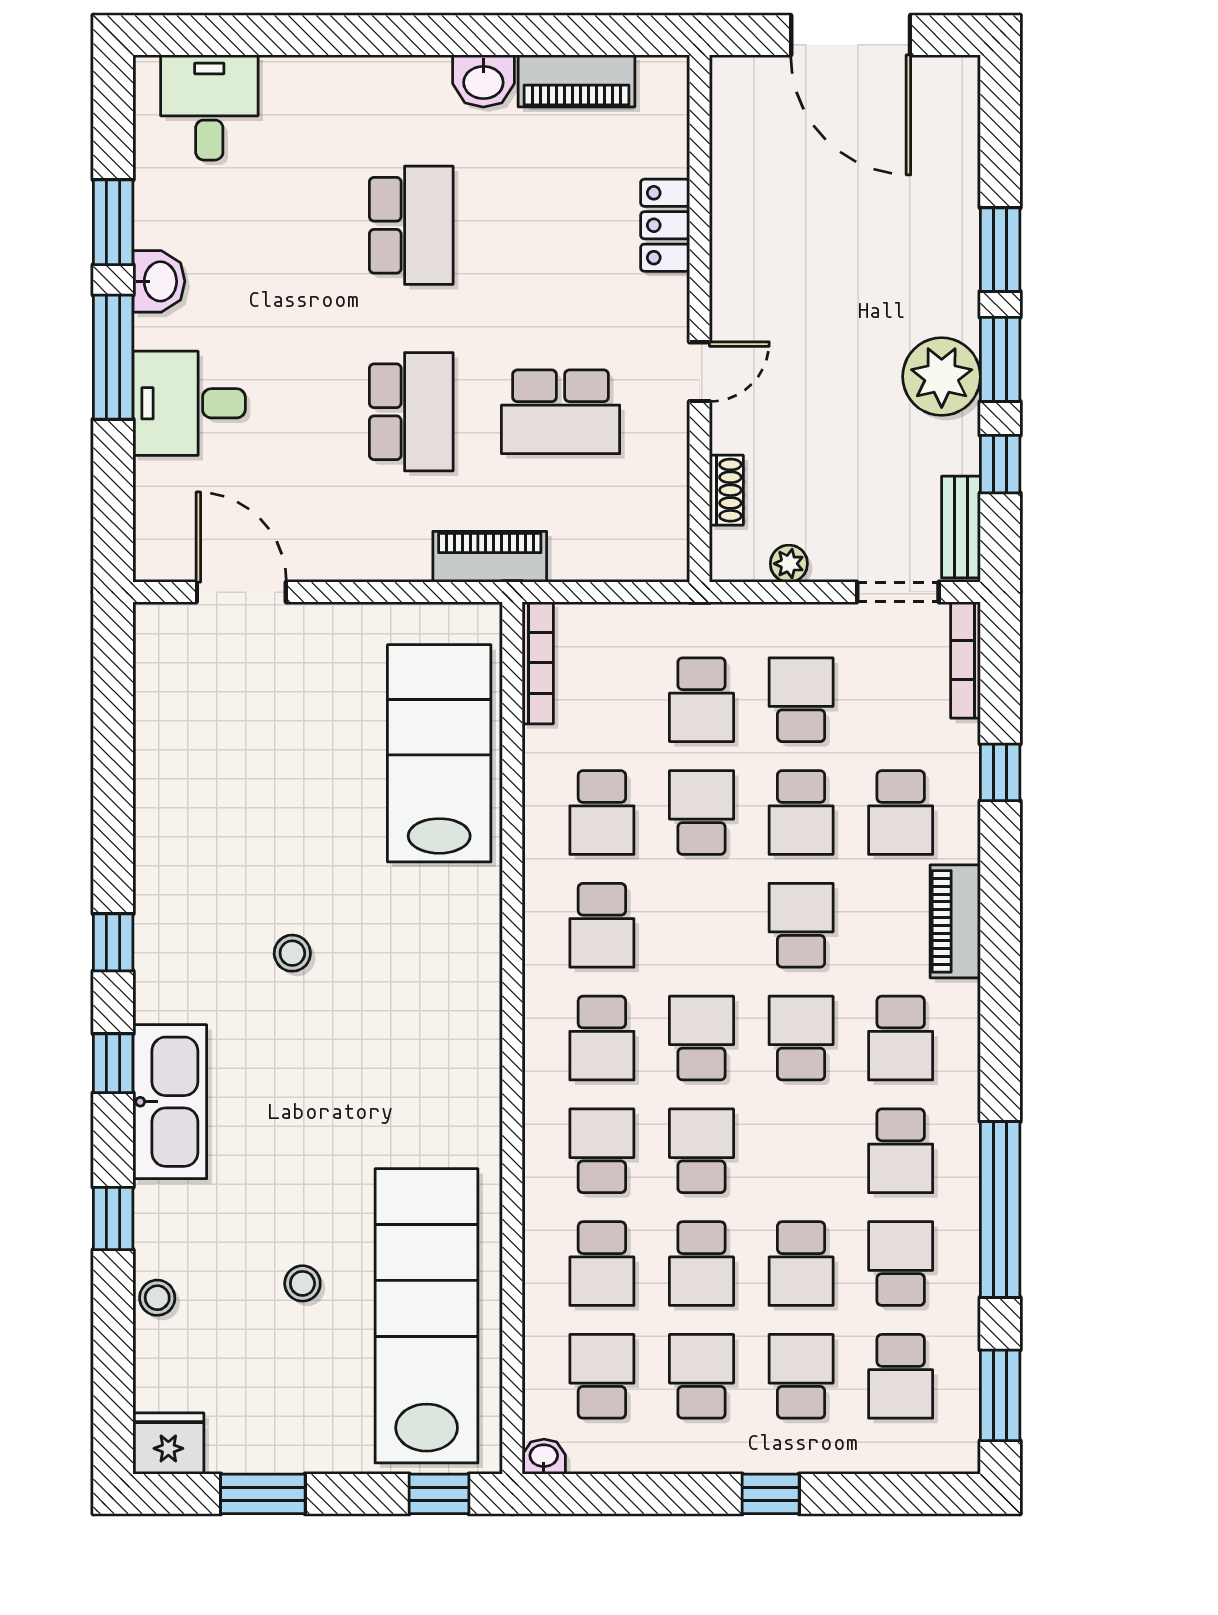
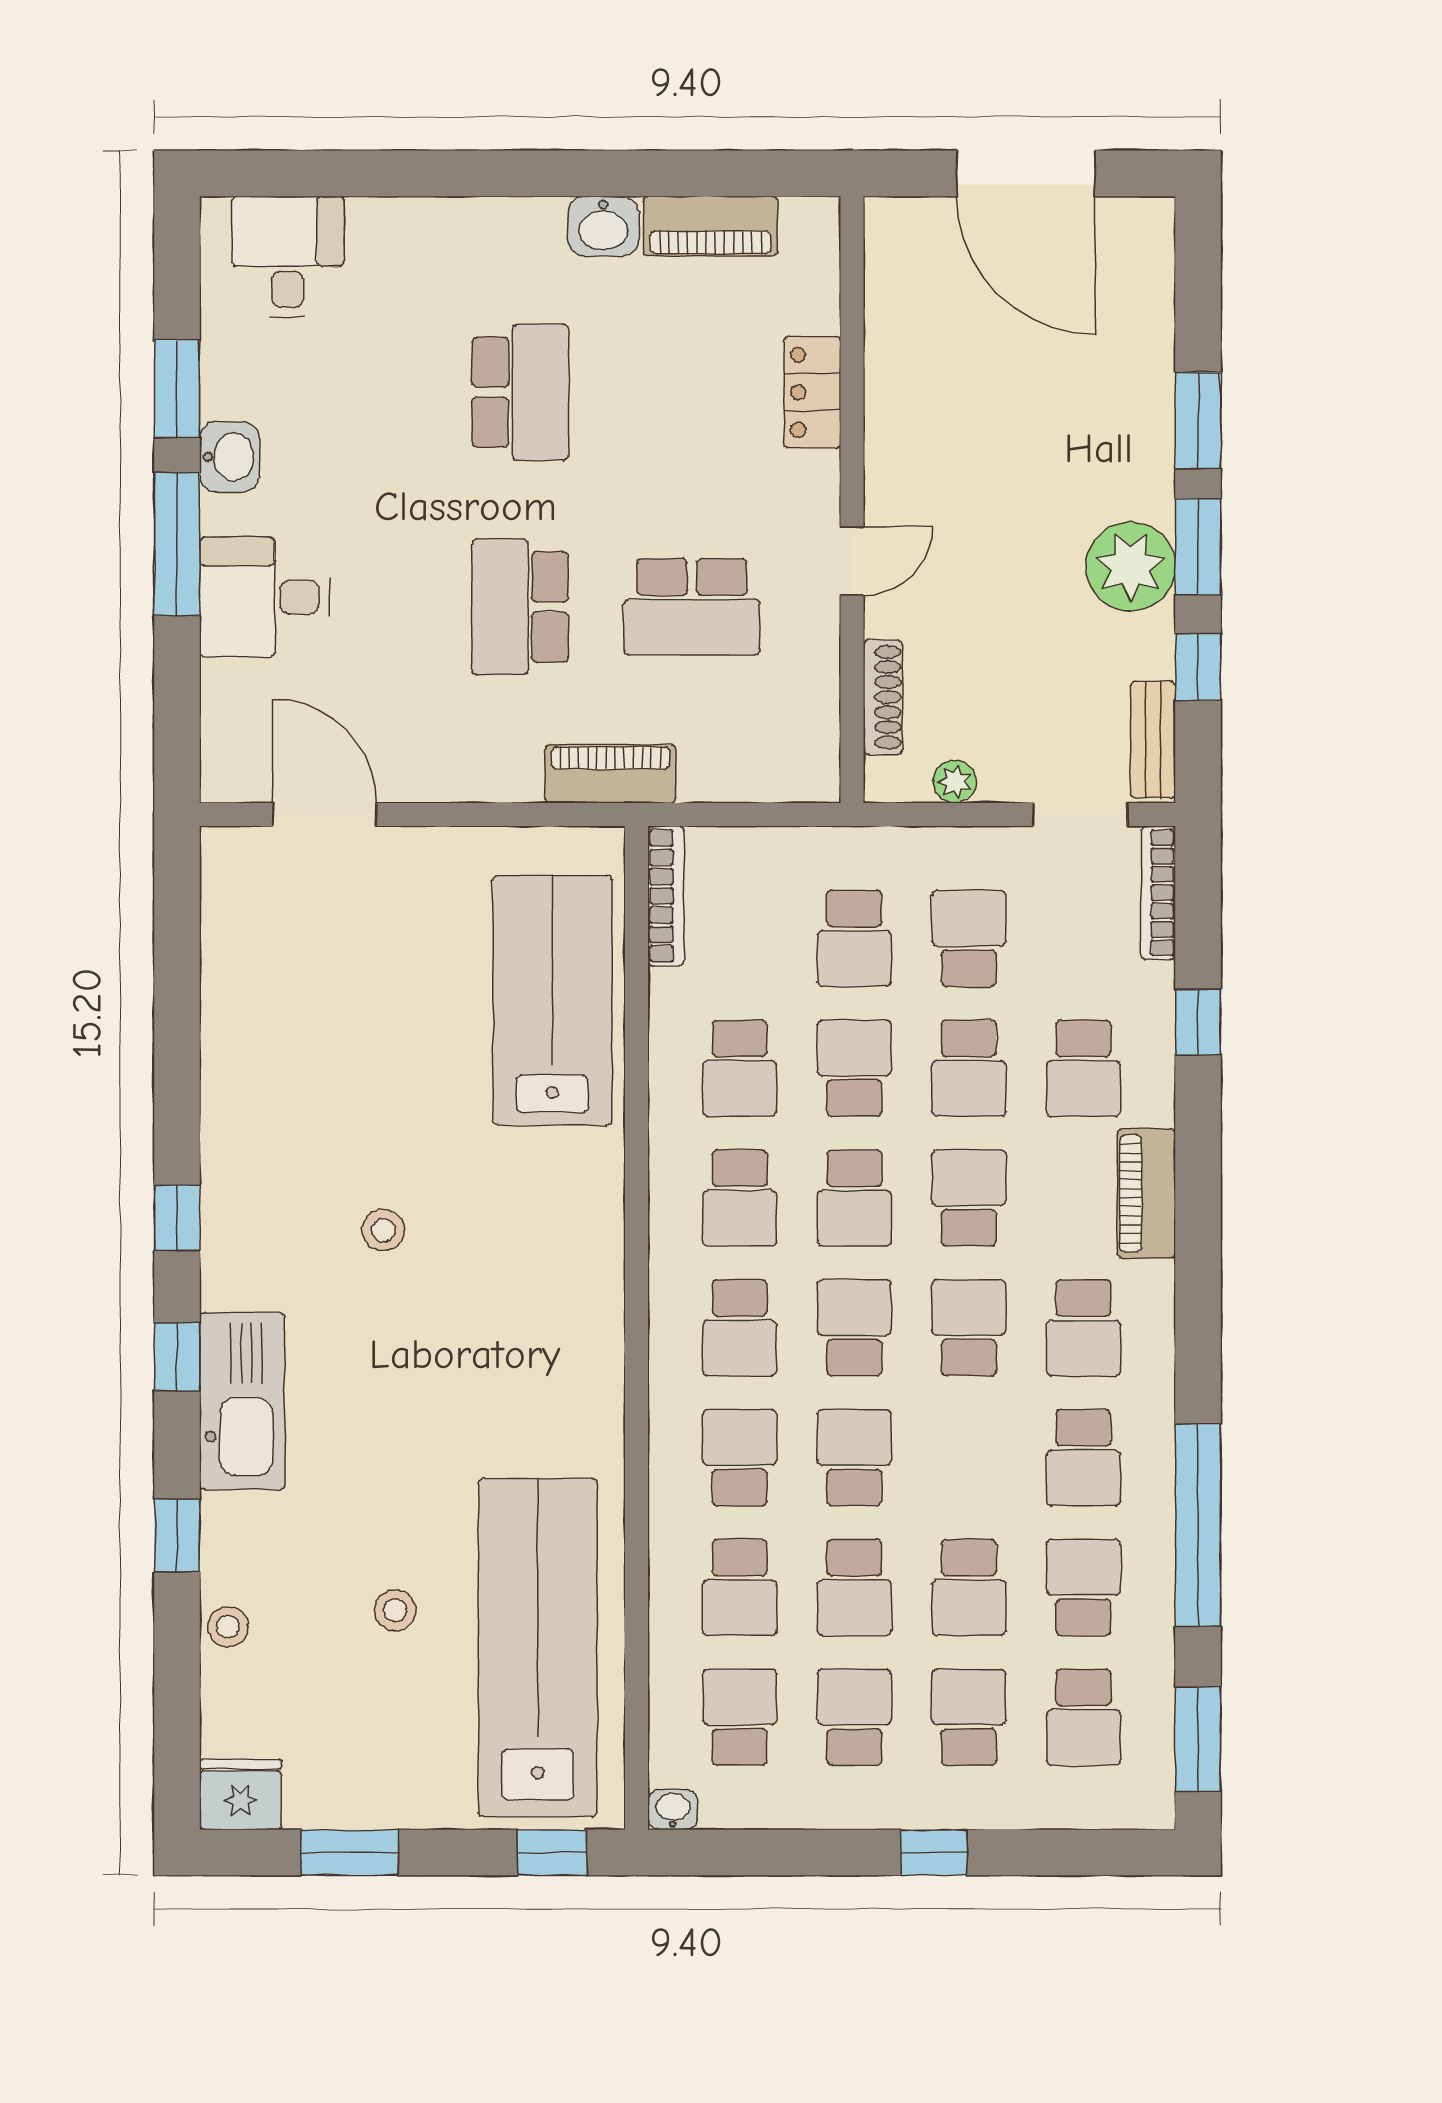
school desk: (411, 412) -> (520, 607), turned 180
shoe rack: (726, 490) -> (883, 697), width x1.43
school desk: (701, 925) -> (854, 1198), added

